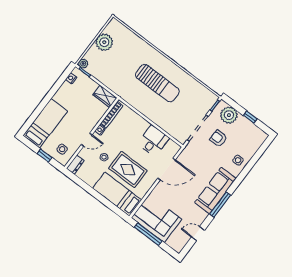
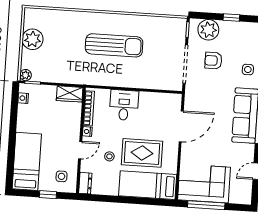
desk: (153, 141) -> (124, 105), moved

